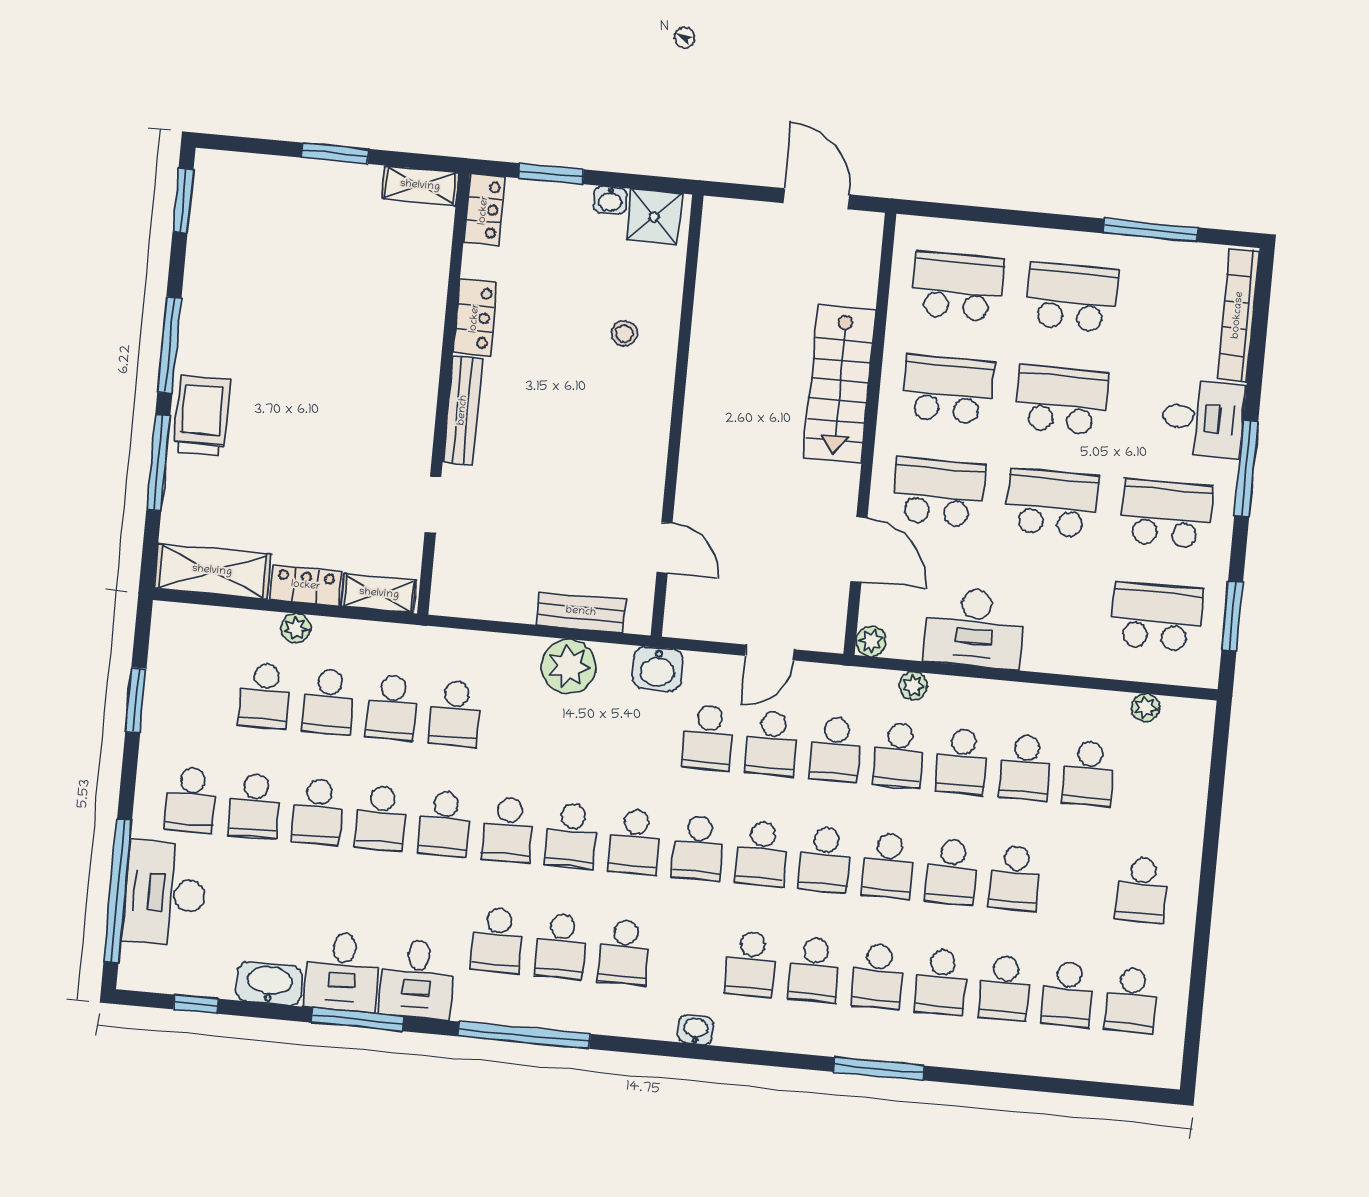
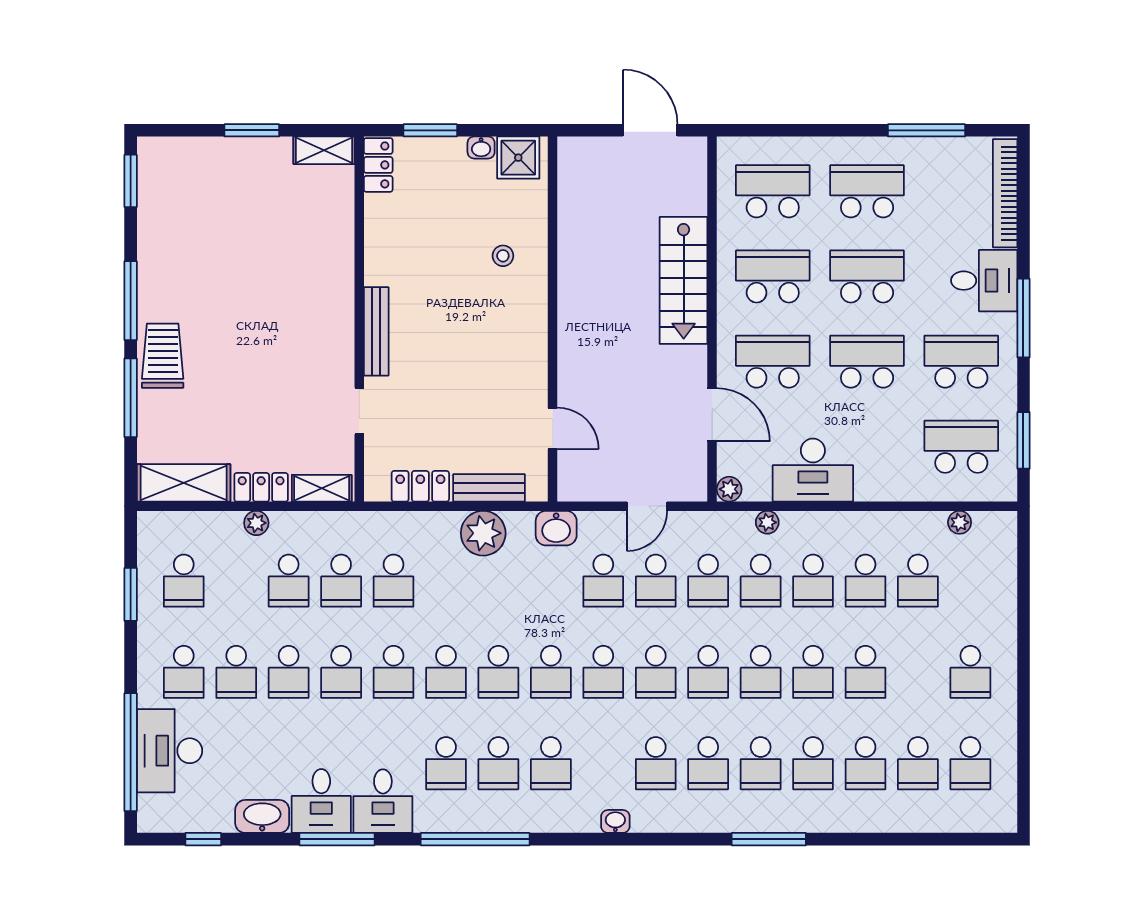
locker: (475, 318) -> (420, 486), moved, turned -90
school desk: (265, 696) -> (184, 581), moved

